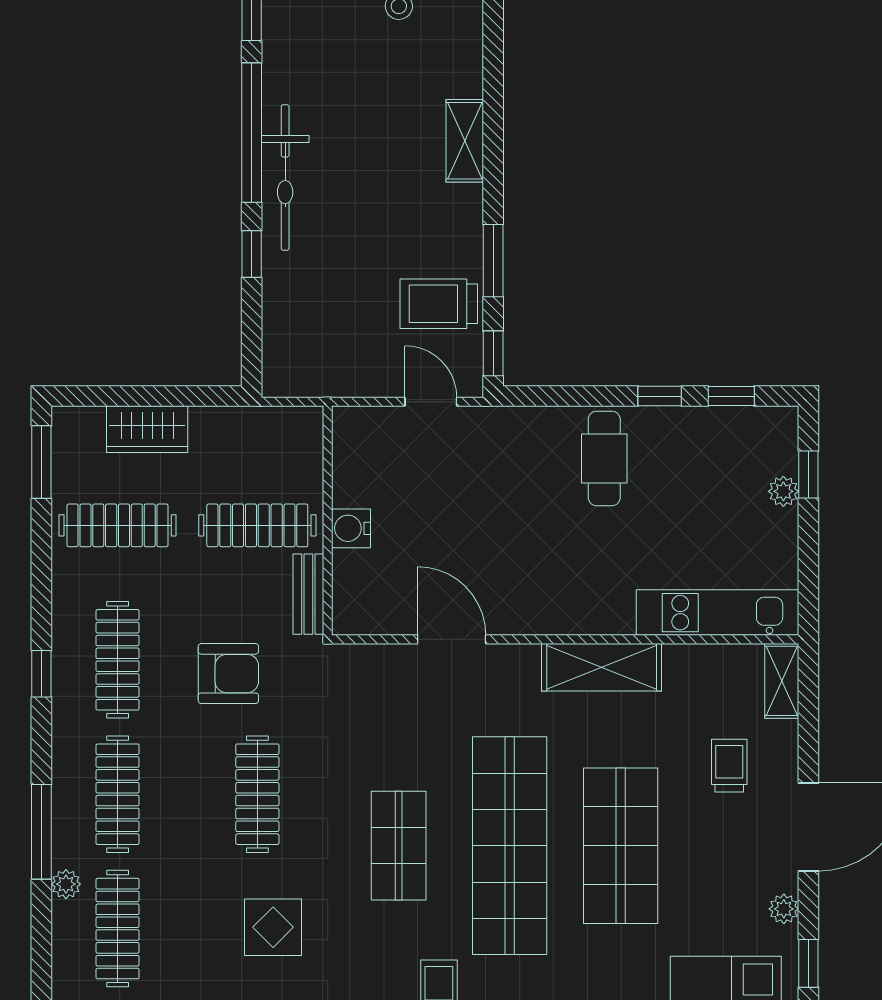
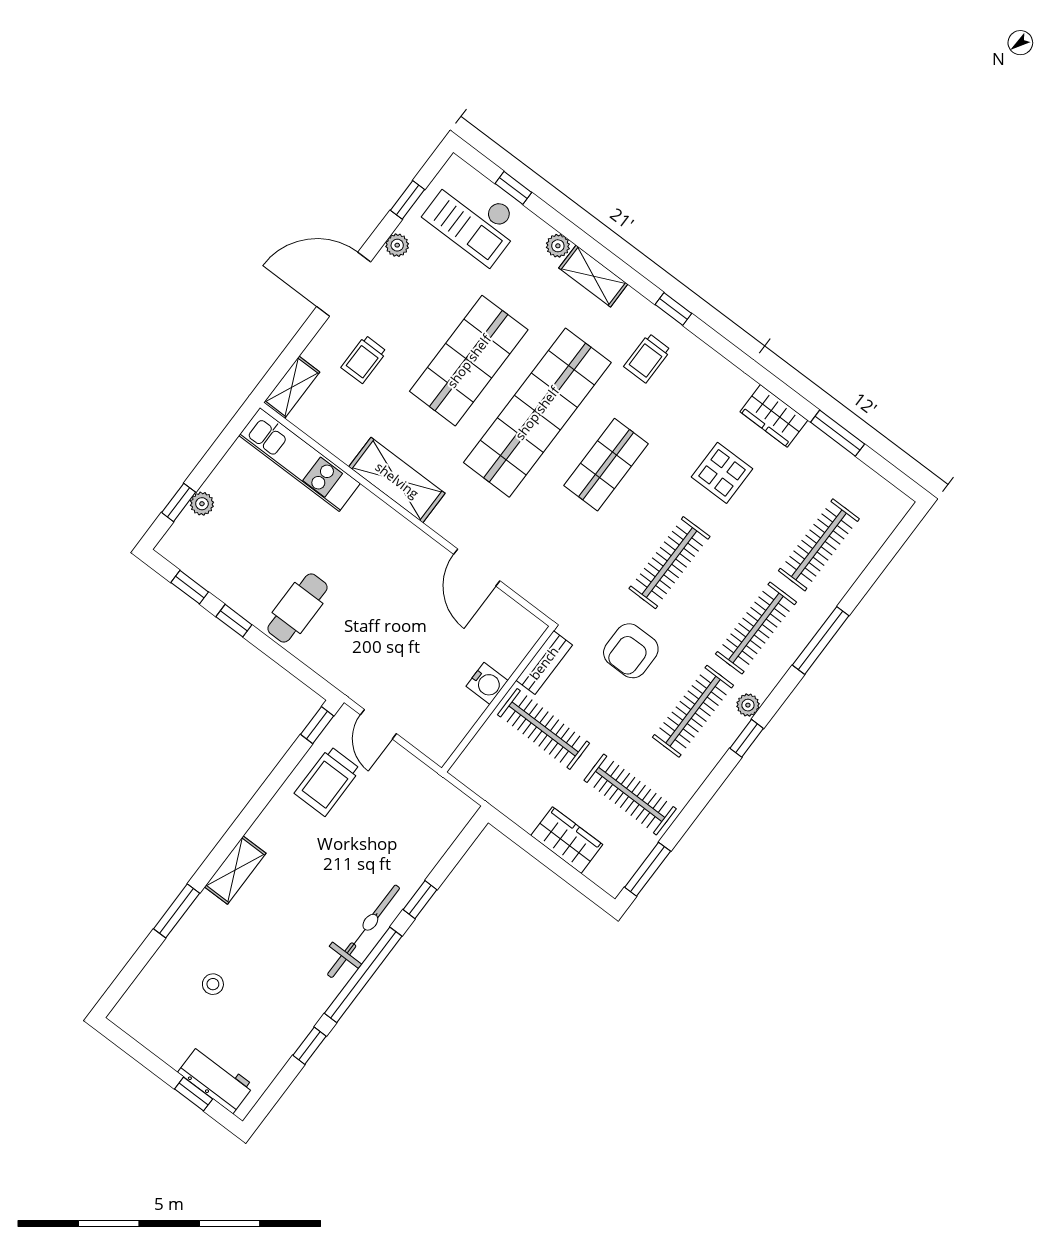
window: (493, 261) -> (177, 911), moved
trolley: (439, 304) -> (327, 781), turned 90
armchair: (228, 674) -> (631, 651), turned -90
plant: (66, 884) -> (748, 705), moved

